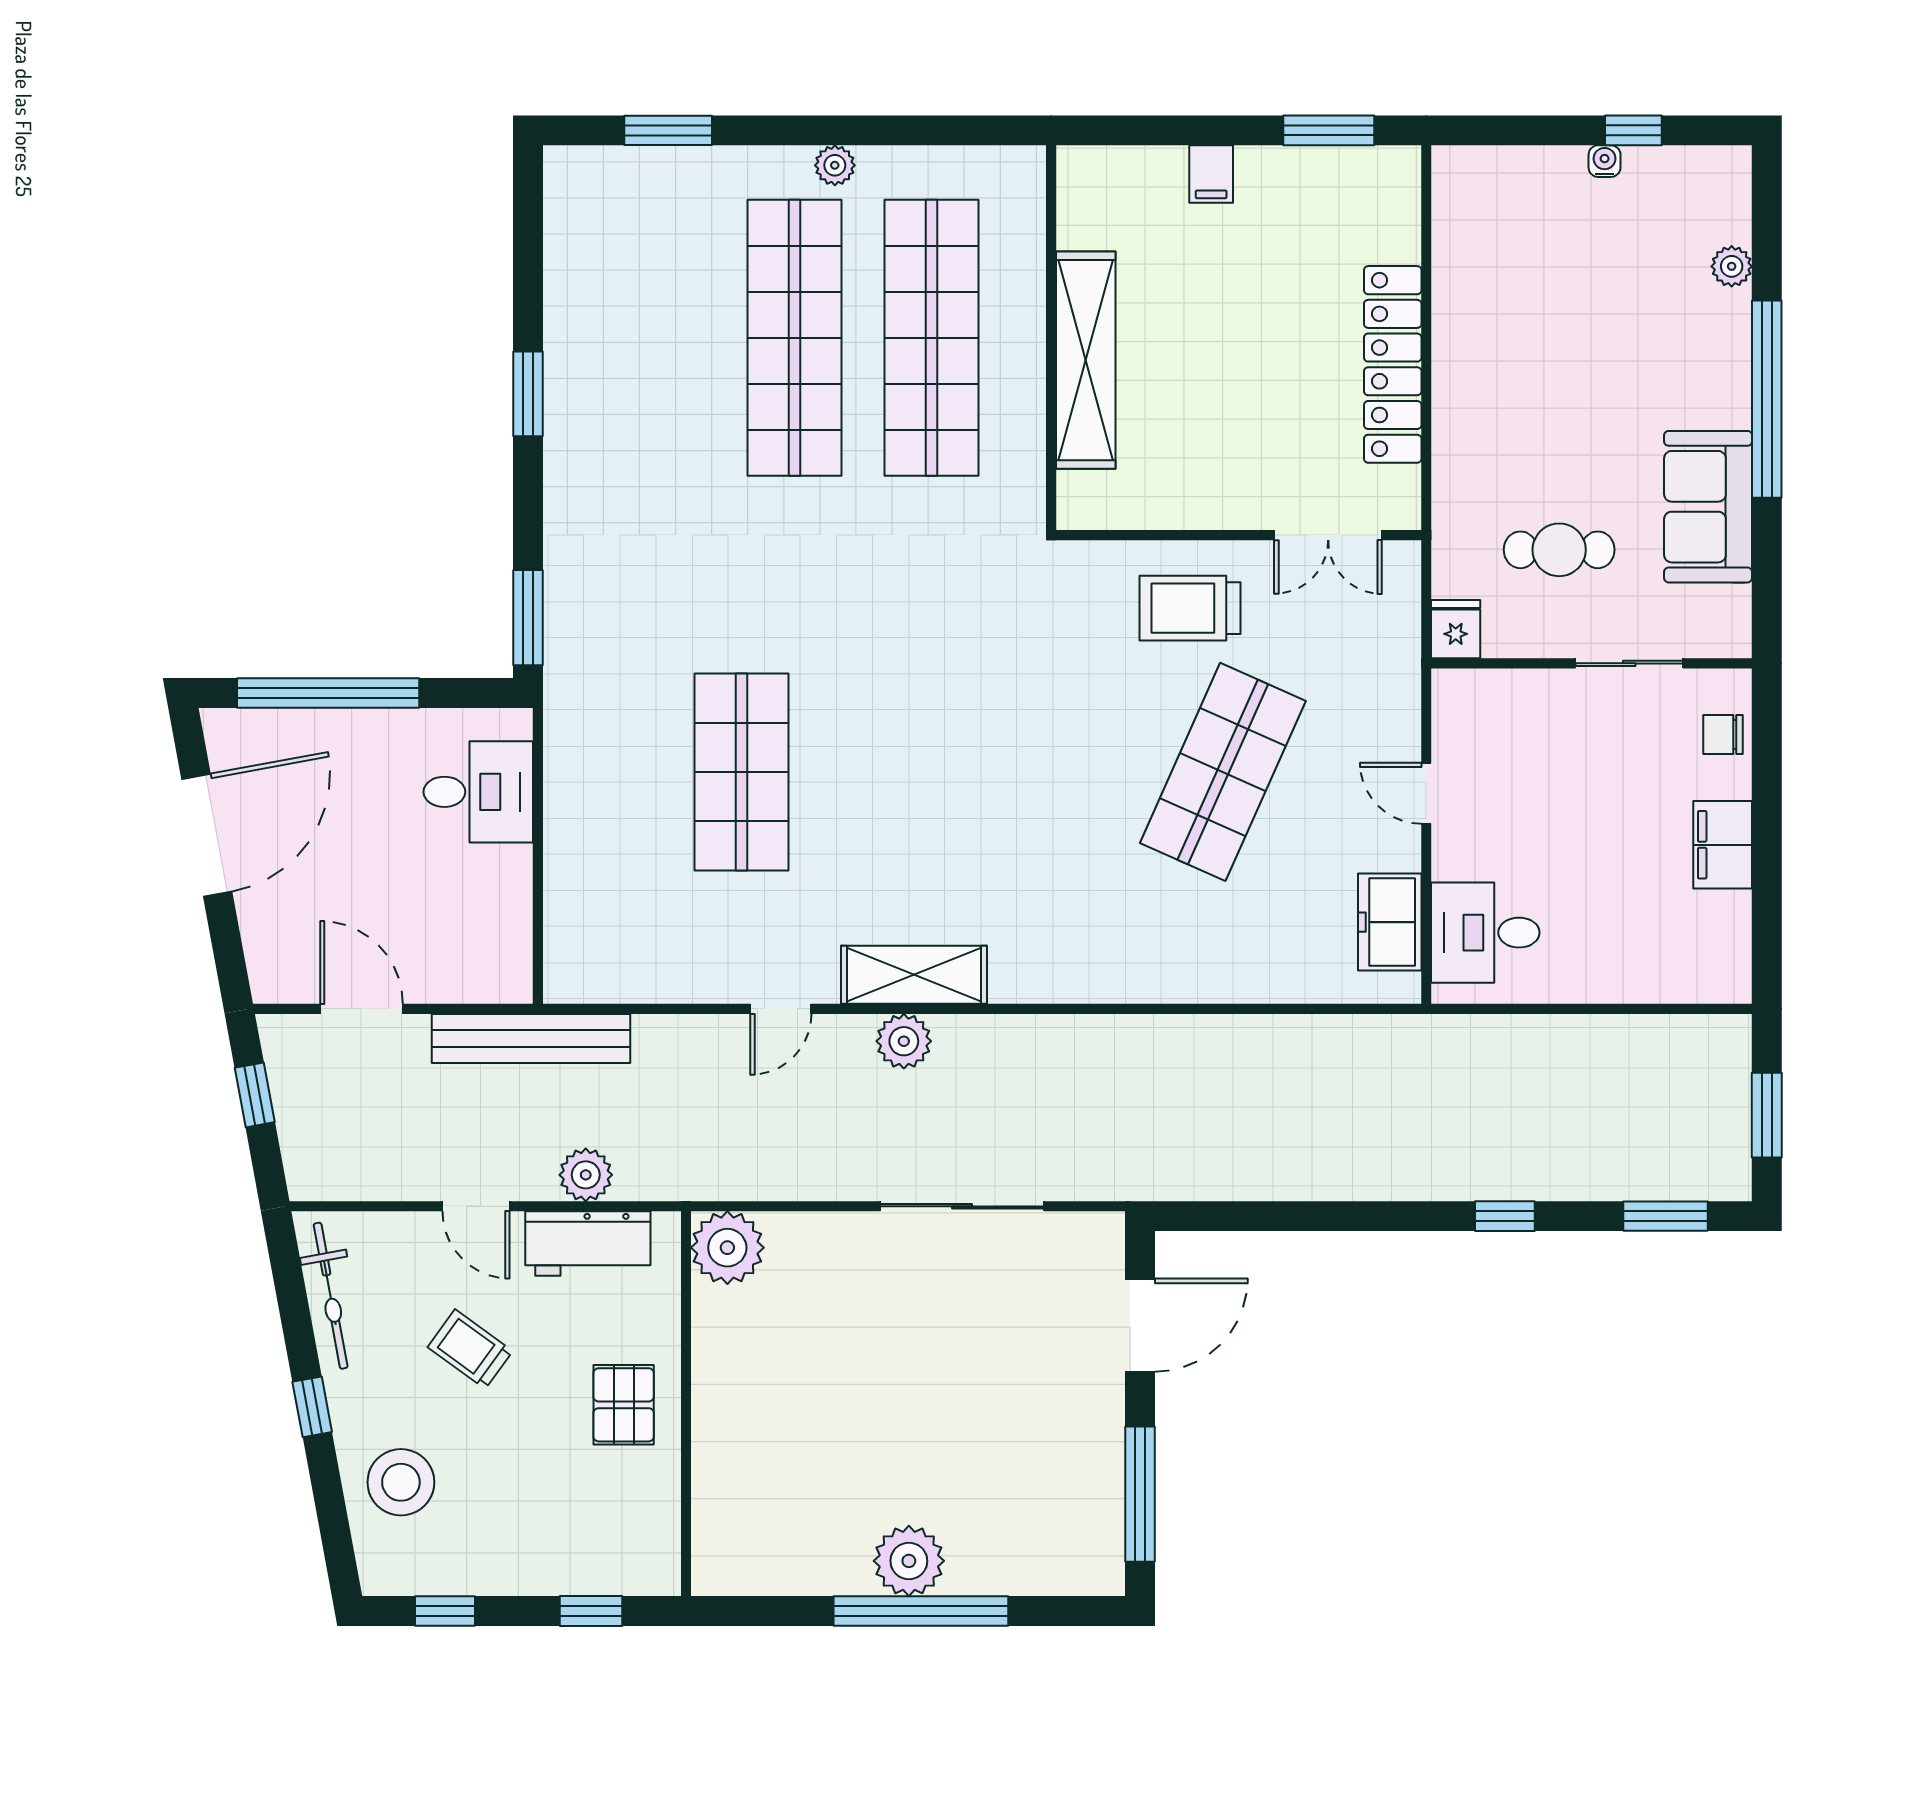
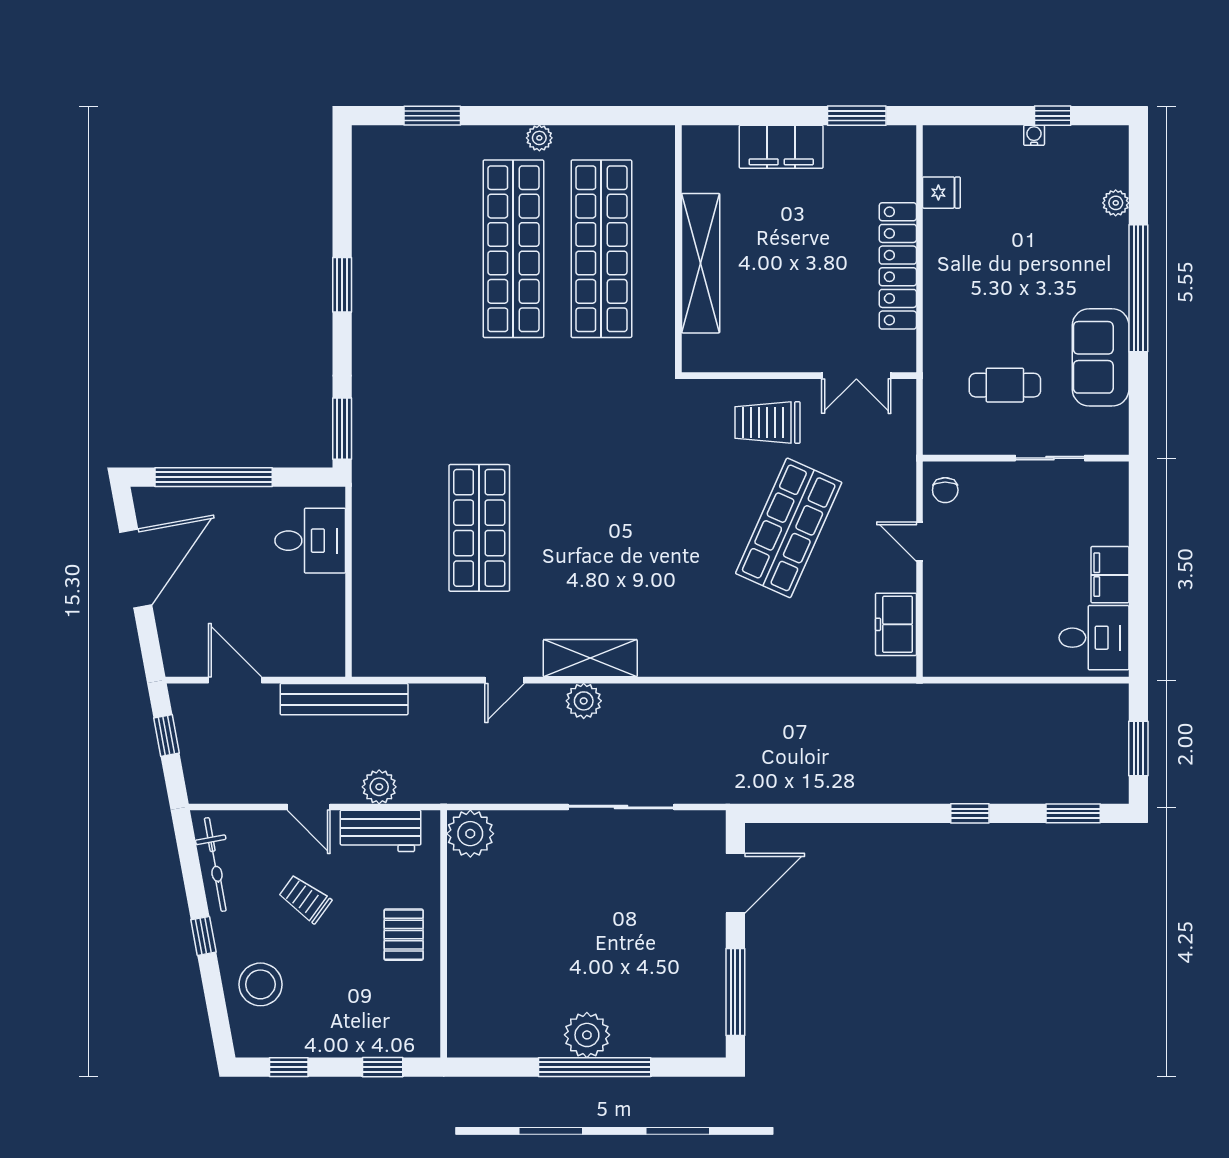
filing cabinet: (1211, 174) -> (781, 147), width x3.00, depth x1.17
fridge: (1456, 629) -> (941, 193), moved, turned 90
chair: (1723, 735) -> (945, 490), moved, turned -90
desk: (1485, 933) -> (1094, 638), moved, turned 180

